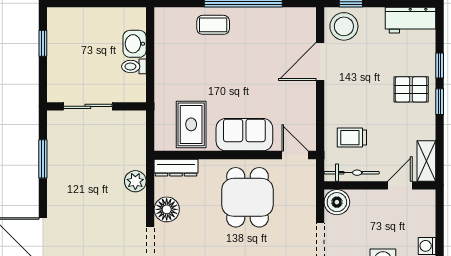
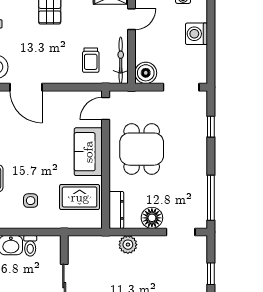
side table: (187, 67) -> (31, 201), added
door: (400, 185) -> (131, 19), swing flipped
dining table: (247, 197) -> (142, 149), turned 90

